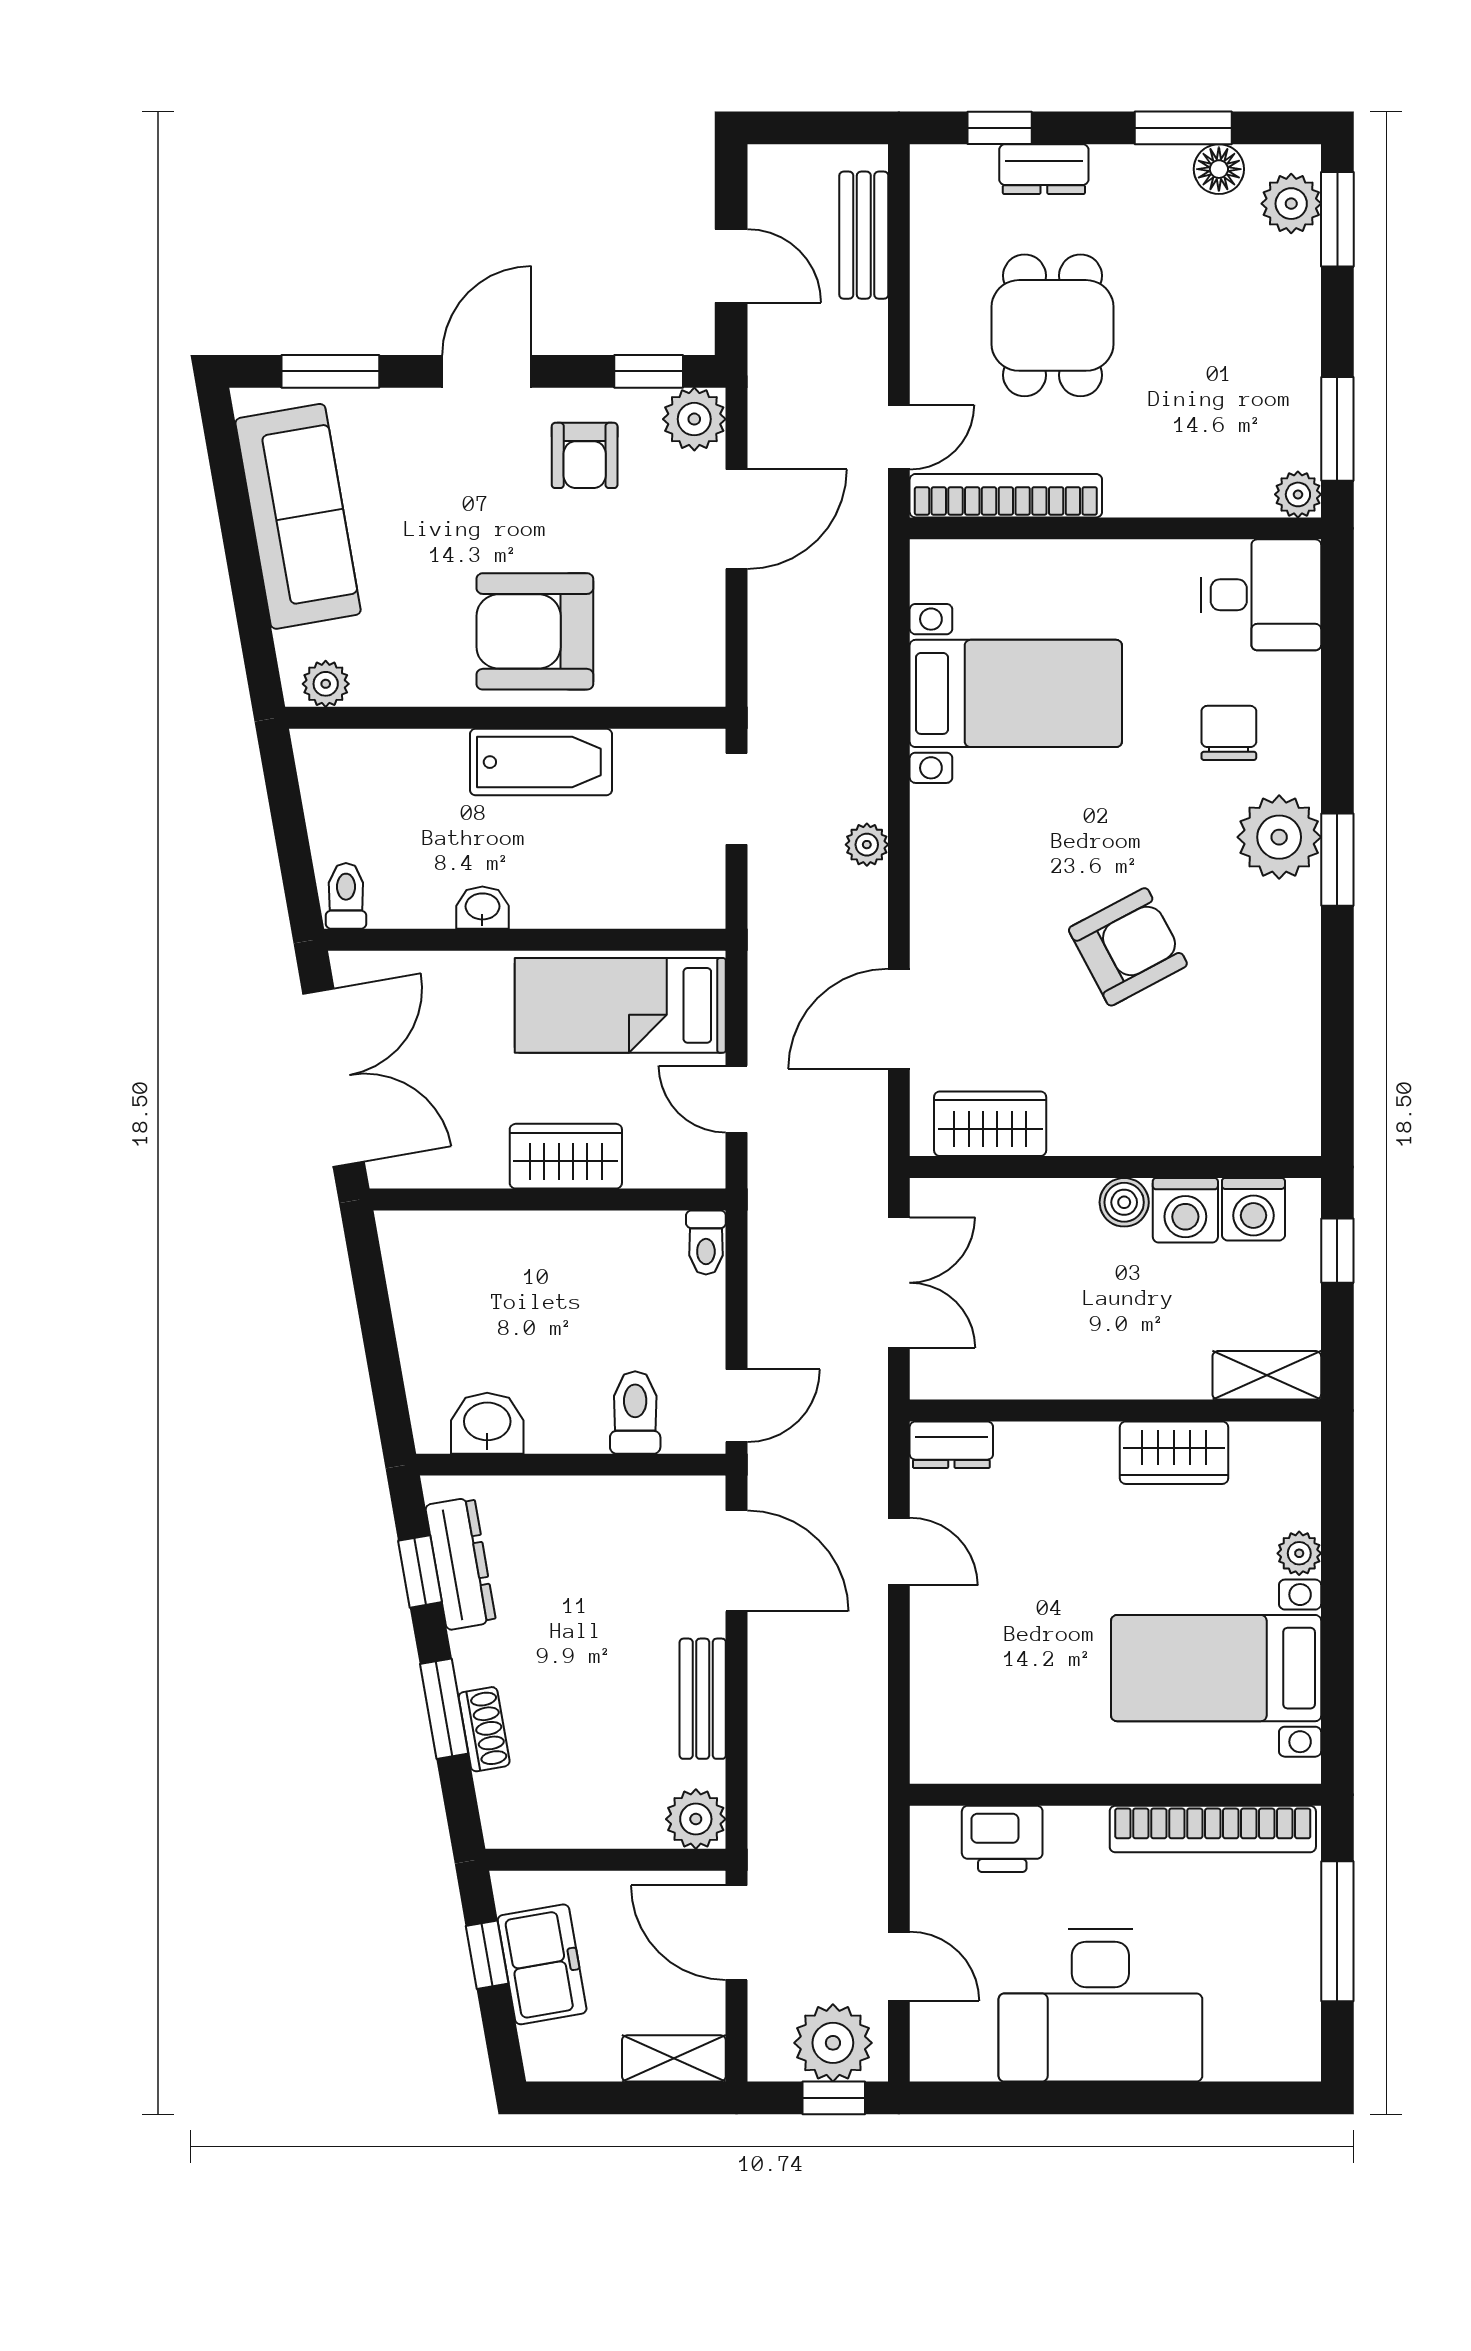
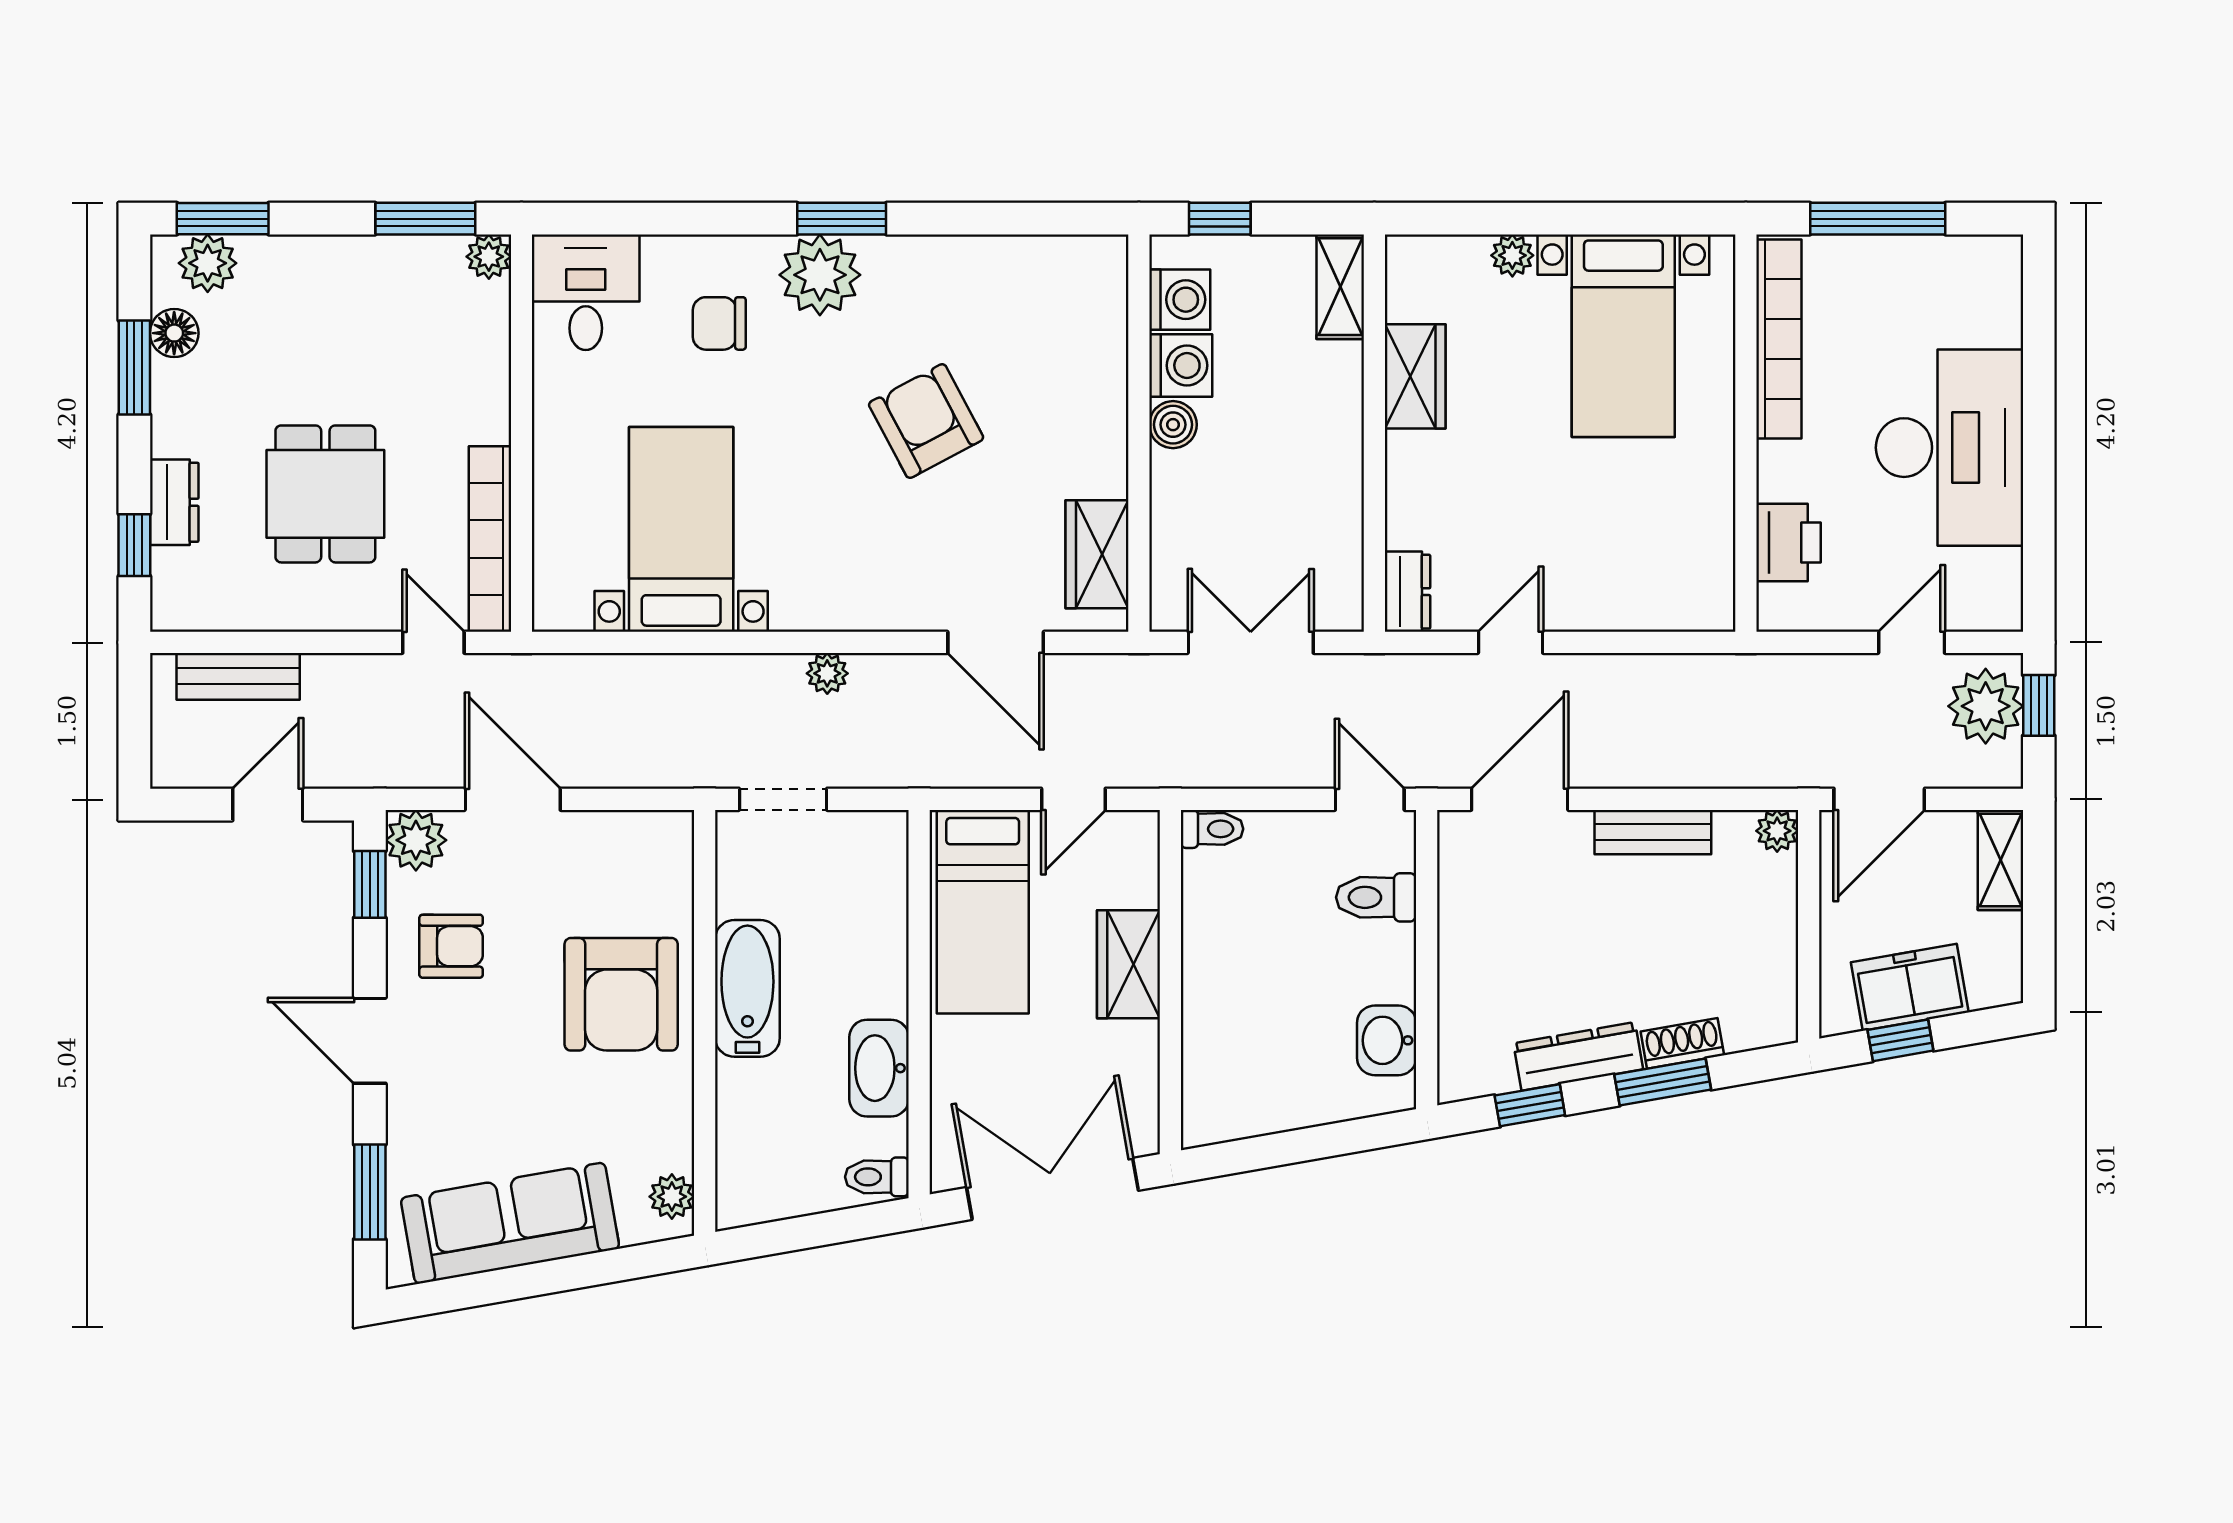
dining table: (1052, 325) -> (325, 494), turned 90
washbasin: (482, 908) -> (879, 1068), width x1.91, depth x1.45
dresser: (461, 1564) -> (1578, 1056), moved
plant: (696, 1819) -> (1777, 831), width x0.73, depth x0.73

